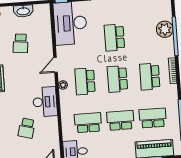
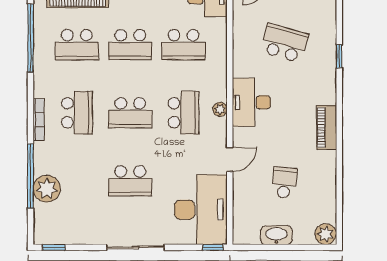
school desk: (114, 38) -> (130, 181), turned 90
door: (56, 65) -> (230, 159), moved
school desk: (117, 79) -> (130, 113), turned 90
desk: (45, 102) -> (251, 102), moved
school desk: (27, 128) -> (285, 43), width x1.85

